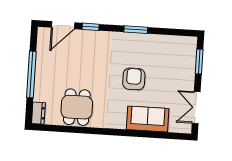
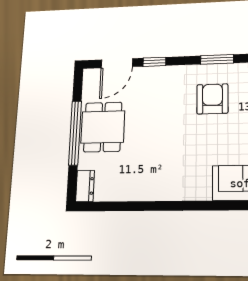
armchair: (134, 79) -> (212, 99), moved
dining table: (77, 107) -> (103, 127), moved

